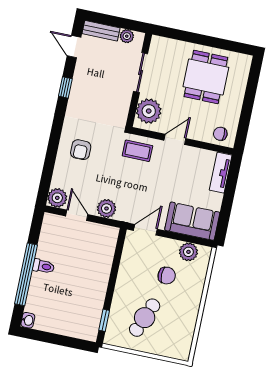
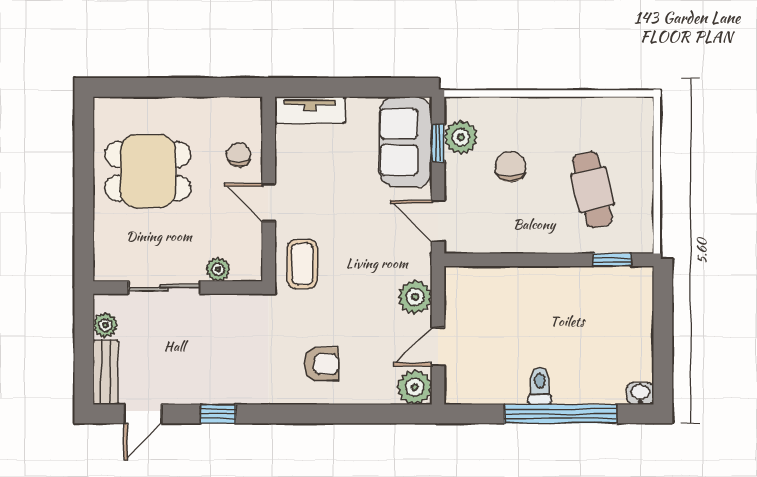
plant: (149, 111) -> (218, 269), width x0.53, depth x0.53
chair: (220, 134) -> (238, 155), moved, turned 180
window: (188, 239) -> (438, 143), added
cafe table: (145, 318) -> (592, 190), turned 55

